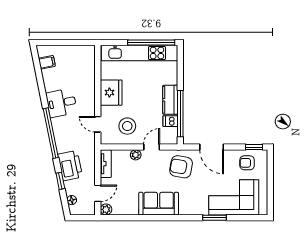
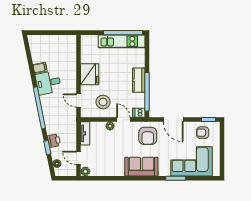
kitchen unit: (139, 53) -> (122, 41), width x0.73
filing cabinet: (47, 62) -> (40, 68), moved
dishwasher: (170, 121) -> (139, 113), moved
door: (152, 147) -> (123, 120), hinge flipped
printer: (70, 166) -> (54, 141), width x0.53, depth x0.68
armchair: (181, 167) -> (148, 136), turned -100
door: (98, 193) -> (79, 158), swing flipped
sofa: (159, 204) -> (141, 167), moved

